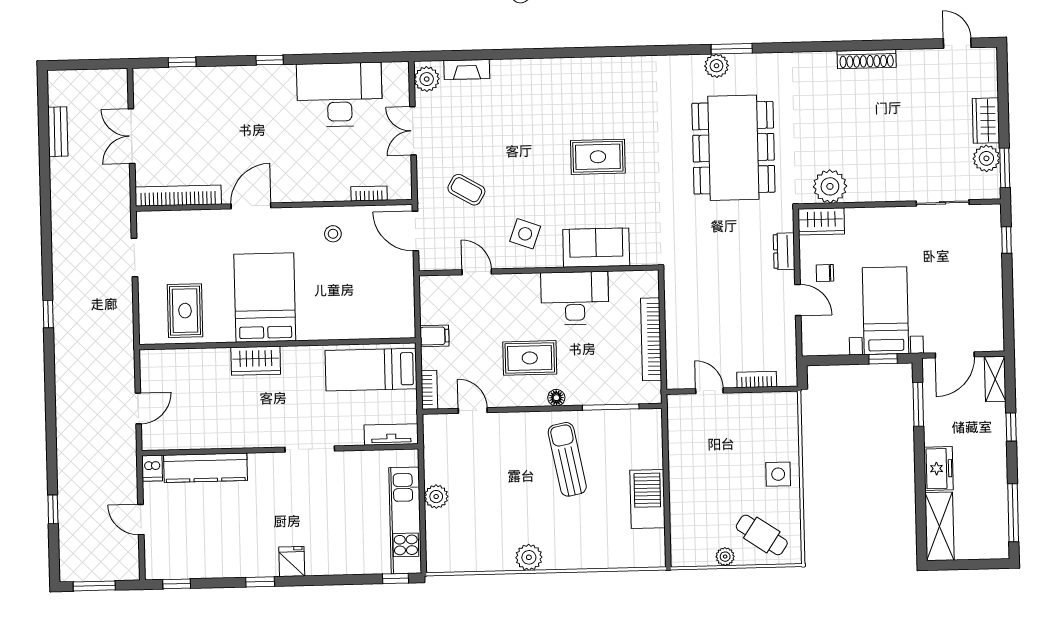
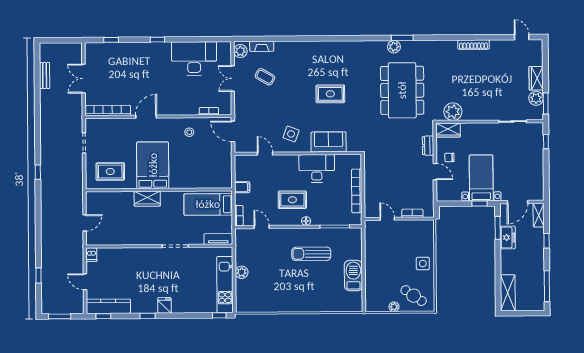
coffee table: (466, 190) -> (265, 77), moved
rug: (185, 311) -> (110, 171), turned 90
sun lounger: (567, 459) -> (311, 254), turned -79
kitchen counter: (205, 468) -> (108, 306), moved, turned 180
freezer: (939, 468) -> (508, 238), moved
plant: (529, 557) -> (290, 305), removed

